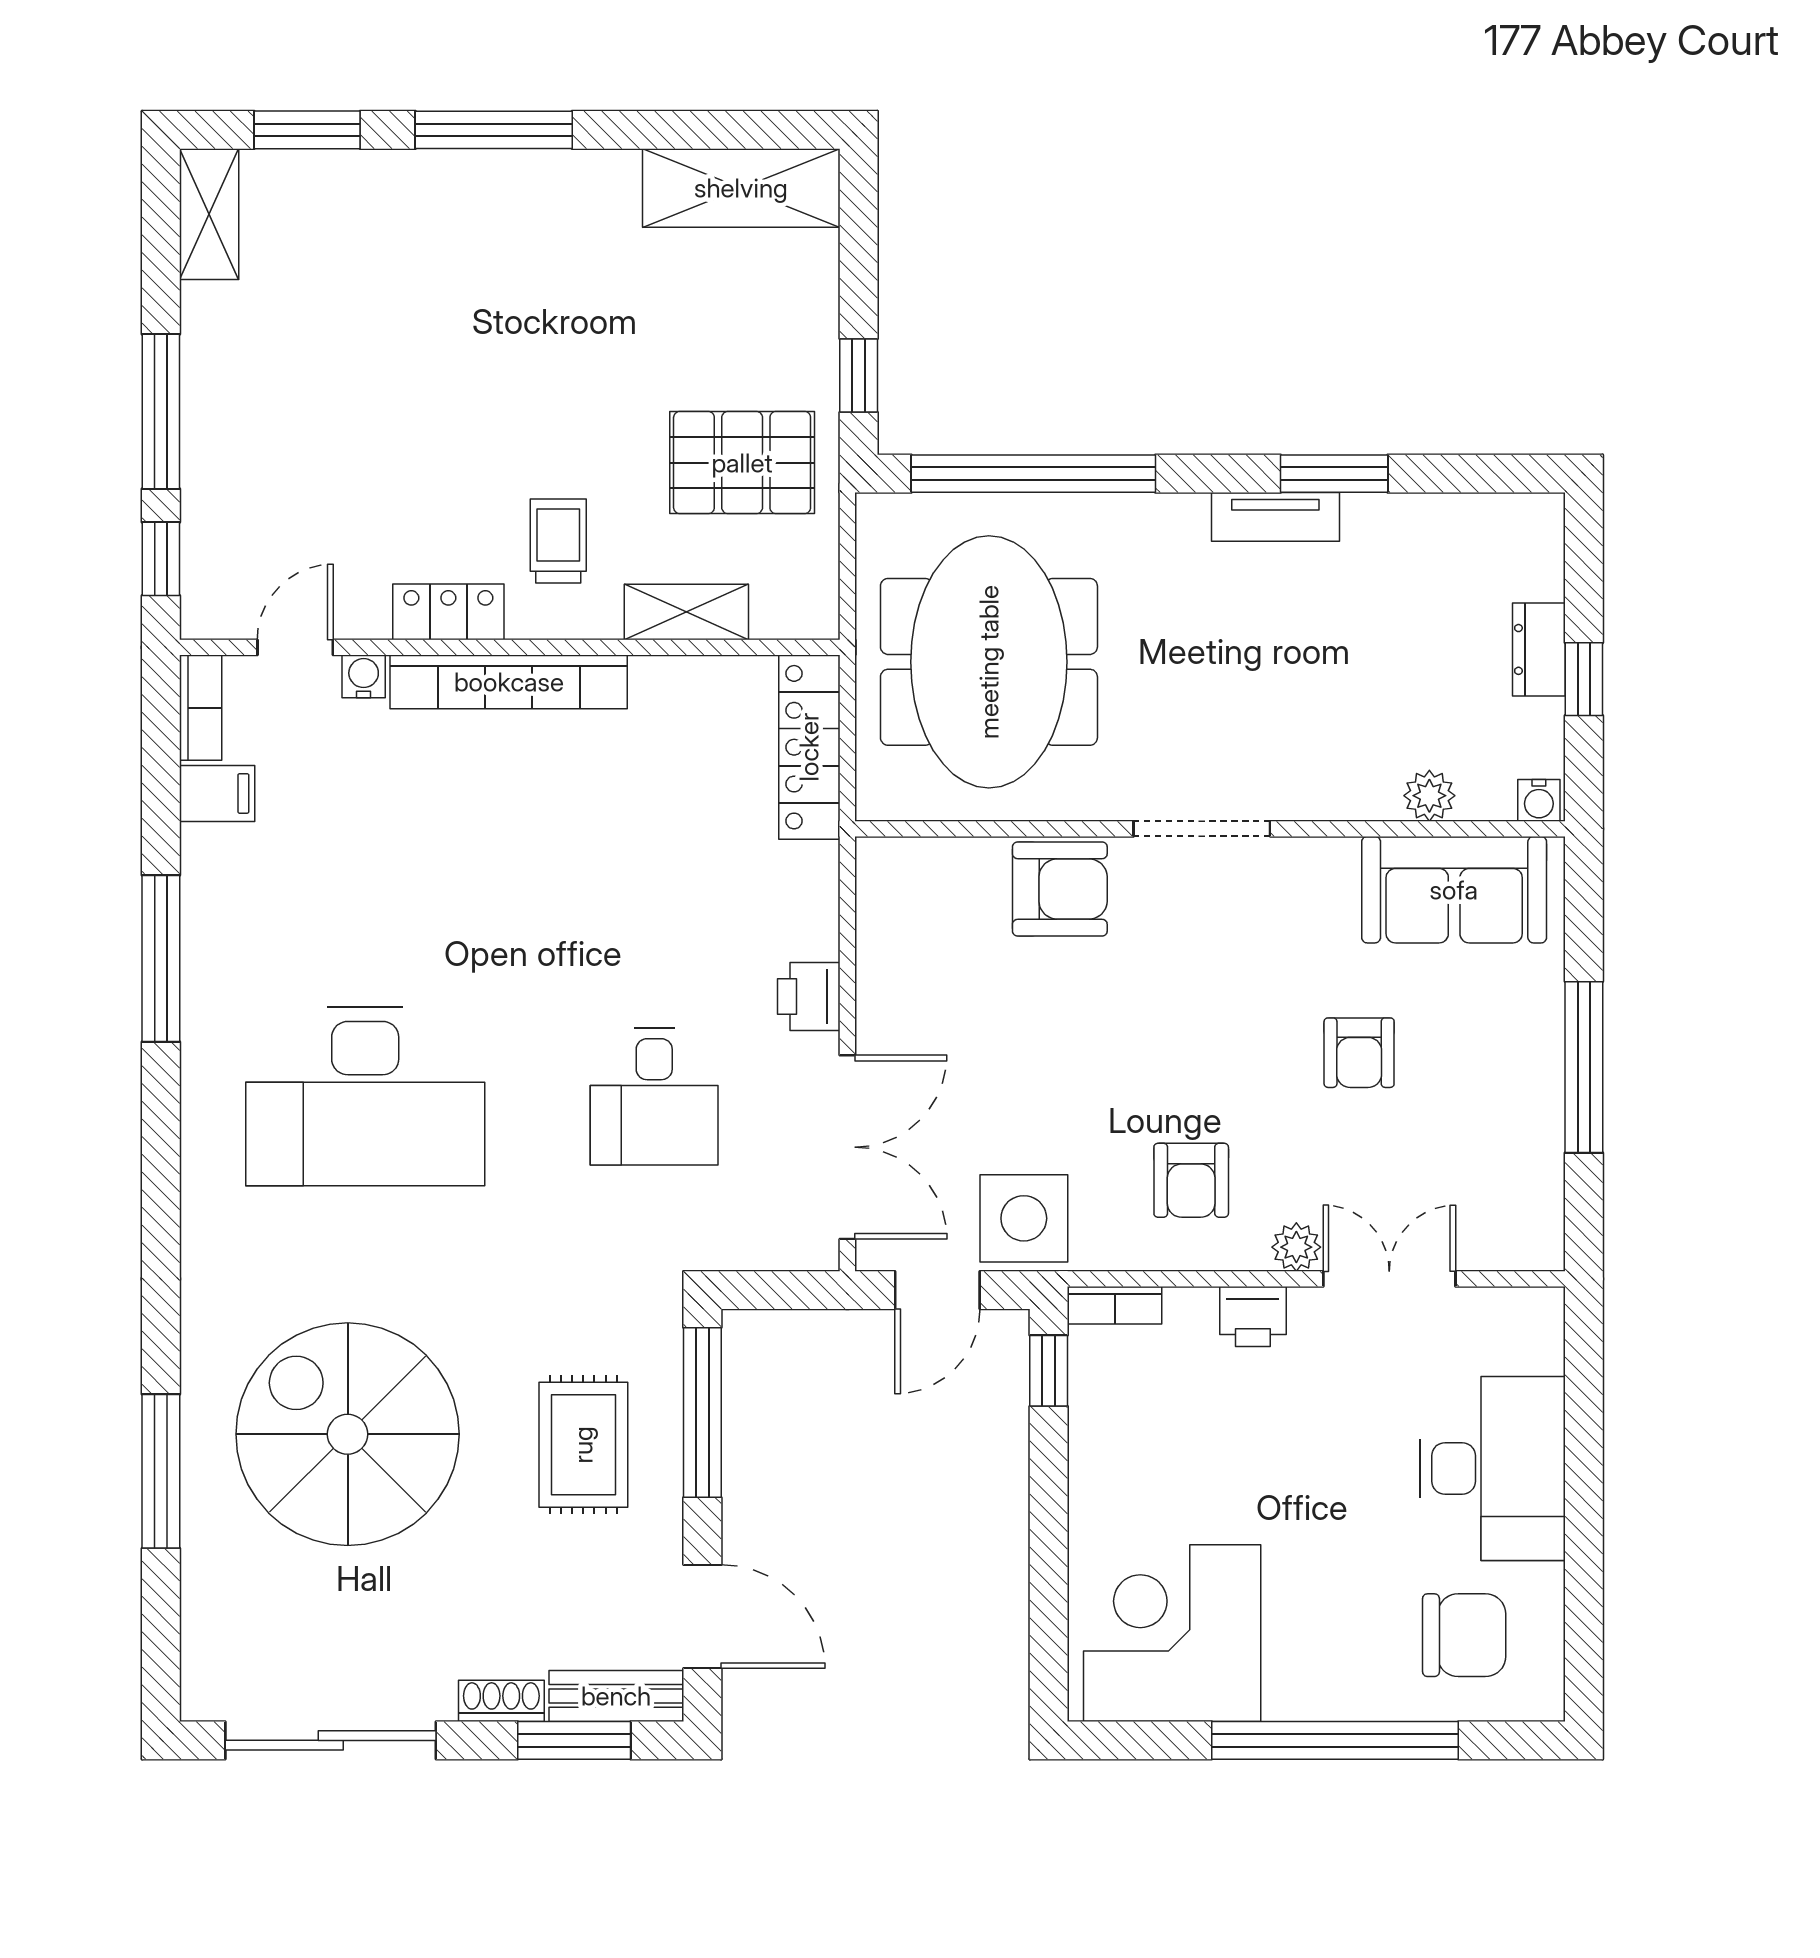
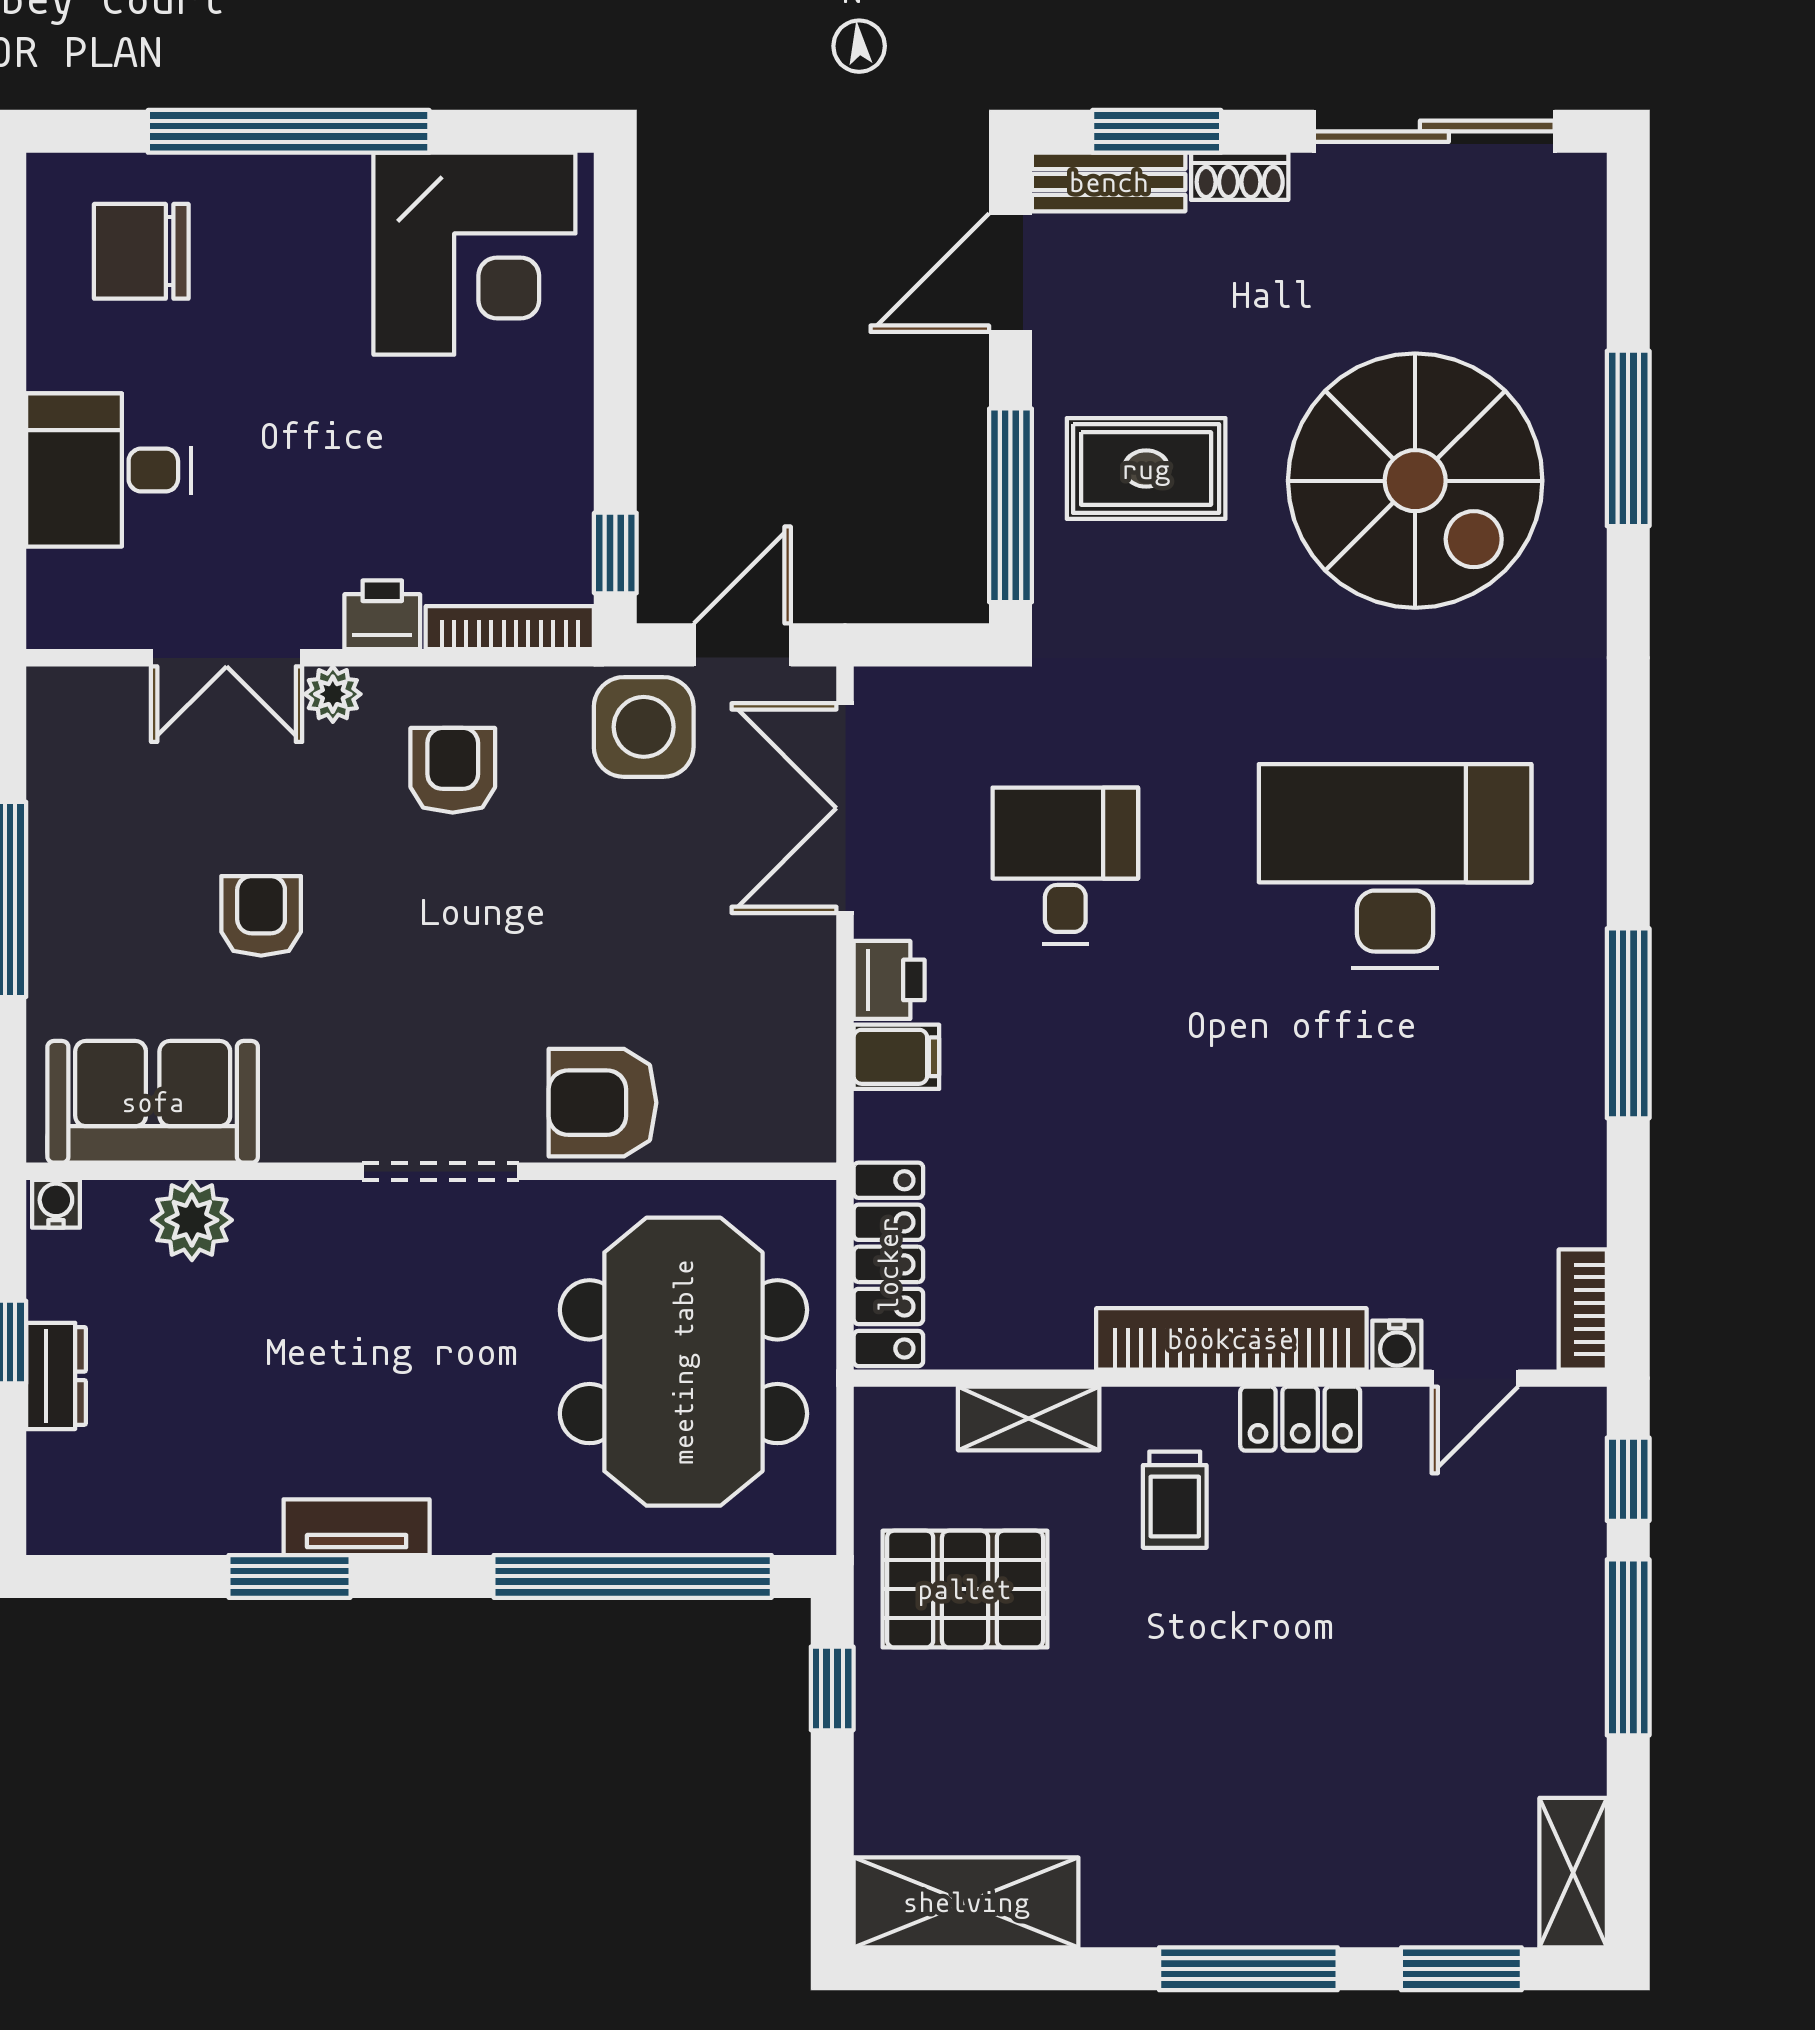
filing cabinet: (217, 793) -> (896, 1057), moved, turned 180
plant: (1429, 796) -> (192, 1220), width x1.38, depth x1.38
bookcase: (1115, 1305) -> (510, 628), width x1.56
rug: (583, 1445) -> (1146, 469), turned 90
desk: (1493, 1468) -> (109, 470), width x0.73
door: (702, 1617) -> (1010, 273), hinge flipped

